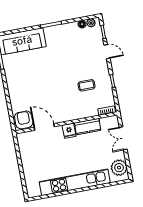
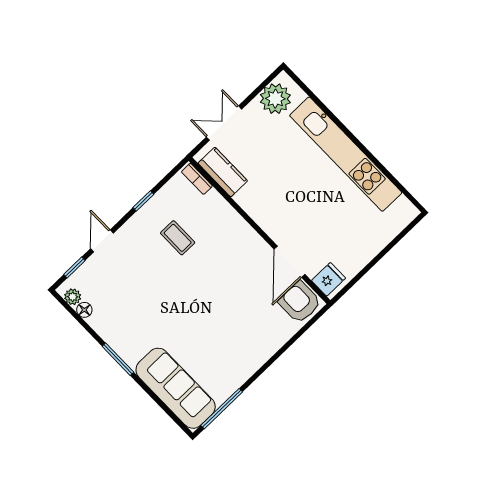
armchair: (24, 120) -> (300, 302), turned 90
kitchen counter: (88, 126) -> (223, 172), moved
fridge: (69, 131) -> (328, 279), moved
double door: (123, 138) -> (224, 123), swing flipped

